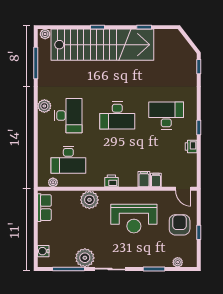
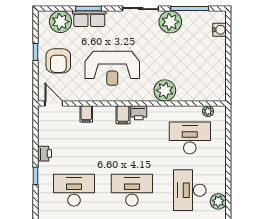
desk: (166, 116) -> (74, 190), turned 180
filing cabinet: (144, 179) -> (123, 115), moved
row of seats: (44, 208) -> (89, 19), moved, turned -90
reception desk: (134, 219) -> (112, 68), turned 180
plant: (178, 262) -> (60, 22), width x1.88, depth x1.88

